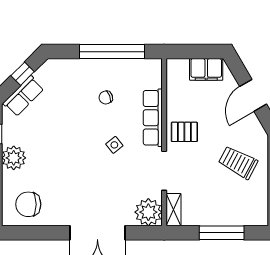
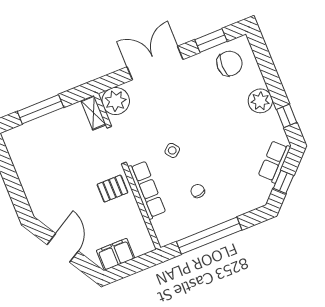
chair: (106, 97) -> (198, 191), turned -80
trolley: (238, 162) -> (52, 180), removed
window: (37, 233) -> (211, 40), added

